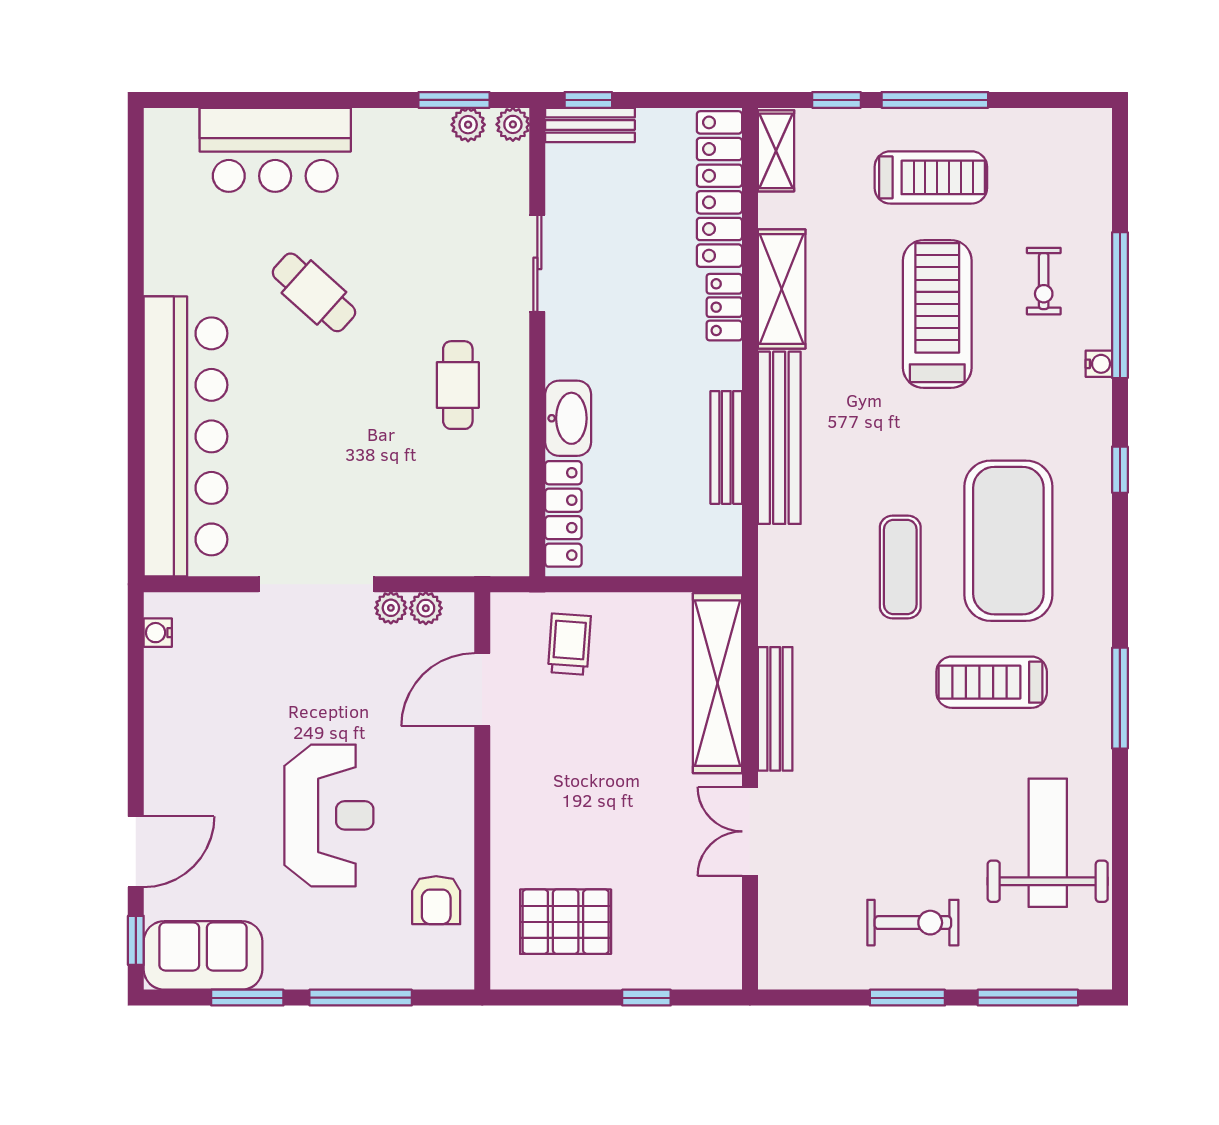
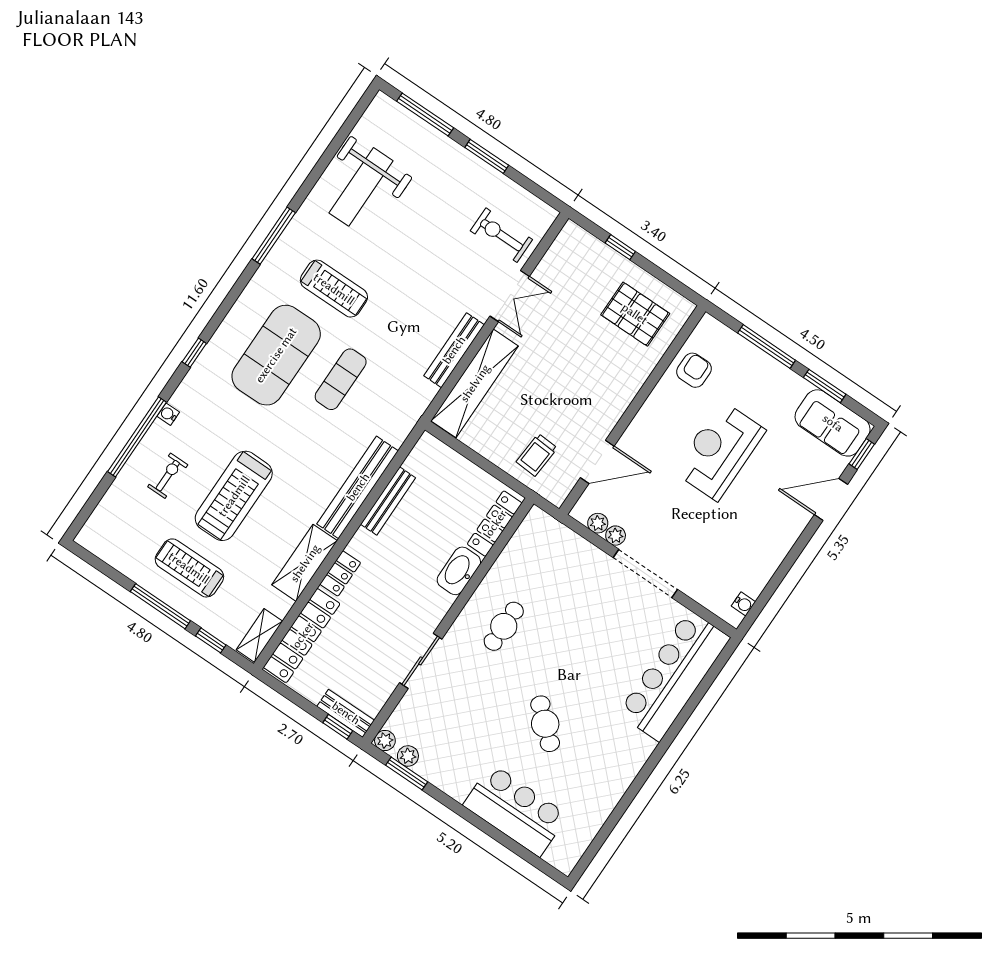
bar counter: (185, 436) -> (674, 676), width x0.73
exercise bike: (913, 923) -> (501, 235), moved

